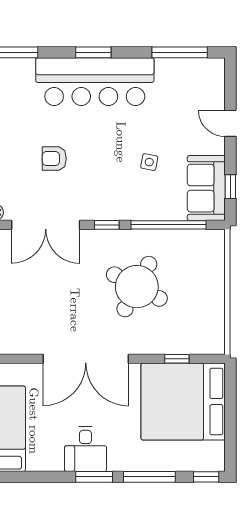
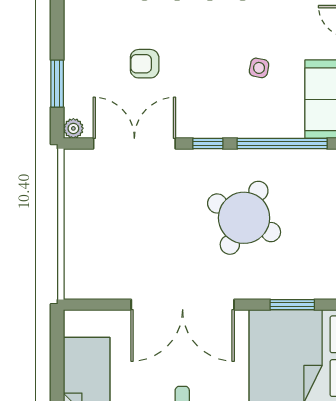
double door: (46, 225) -> (134, 143), swing flipped
window: (177, 359) -> (292, 305), width x1.50

